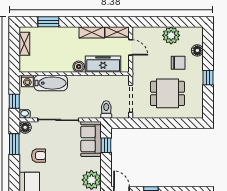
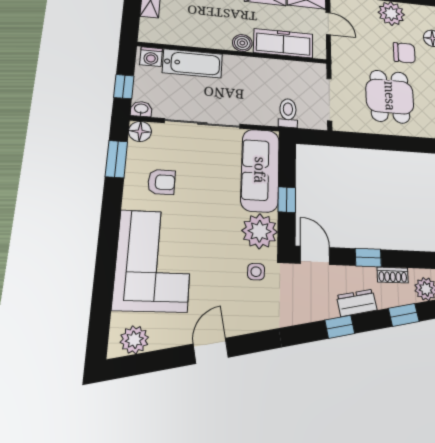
dining table: (168, 93) -> (390, 96), turned 90
sofa: (91, 139) -> (260, 170), width x1.36
window: (106, 145) -> (287, 200), moved

